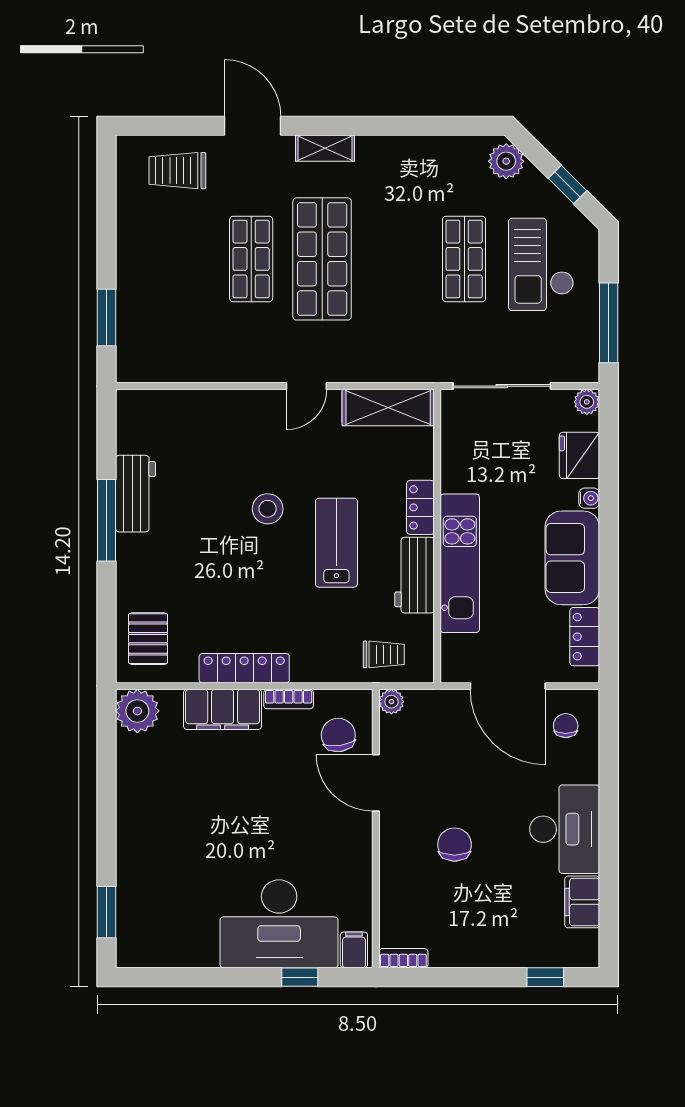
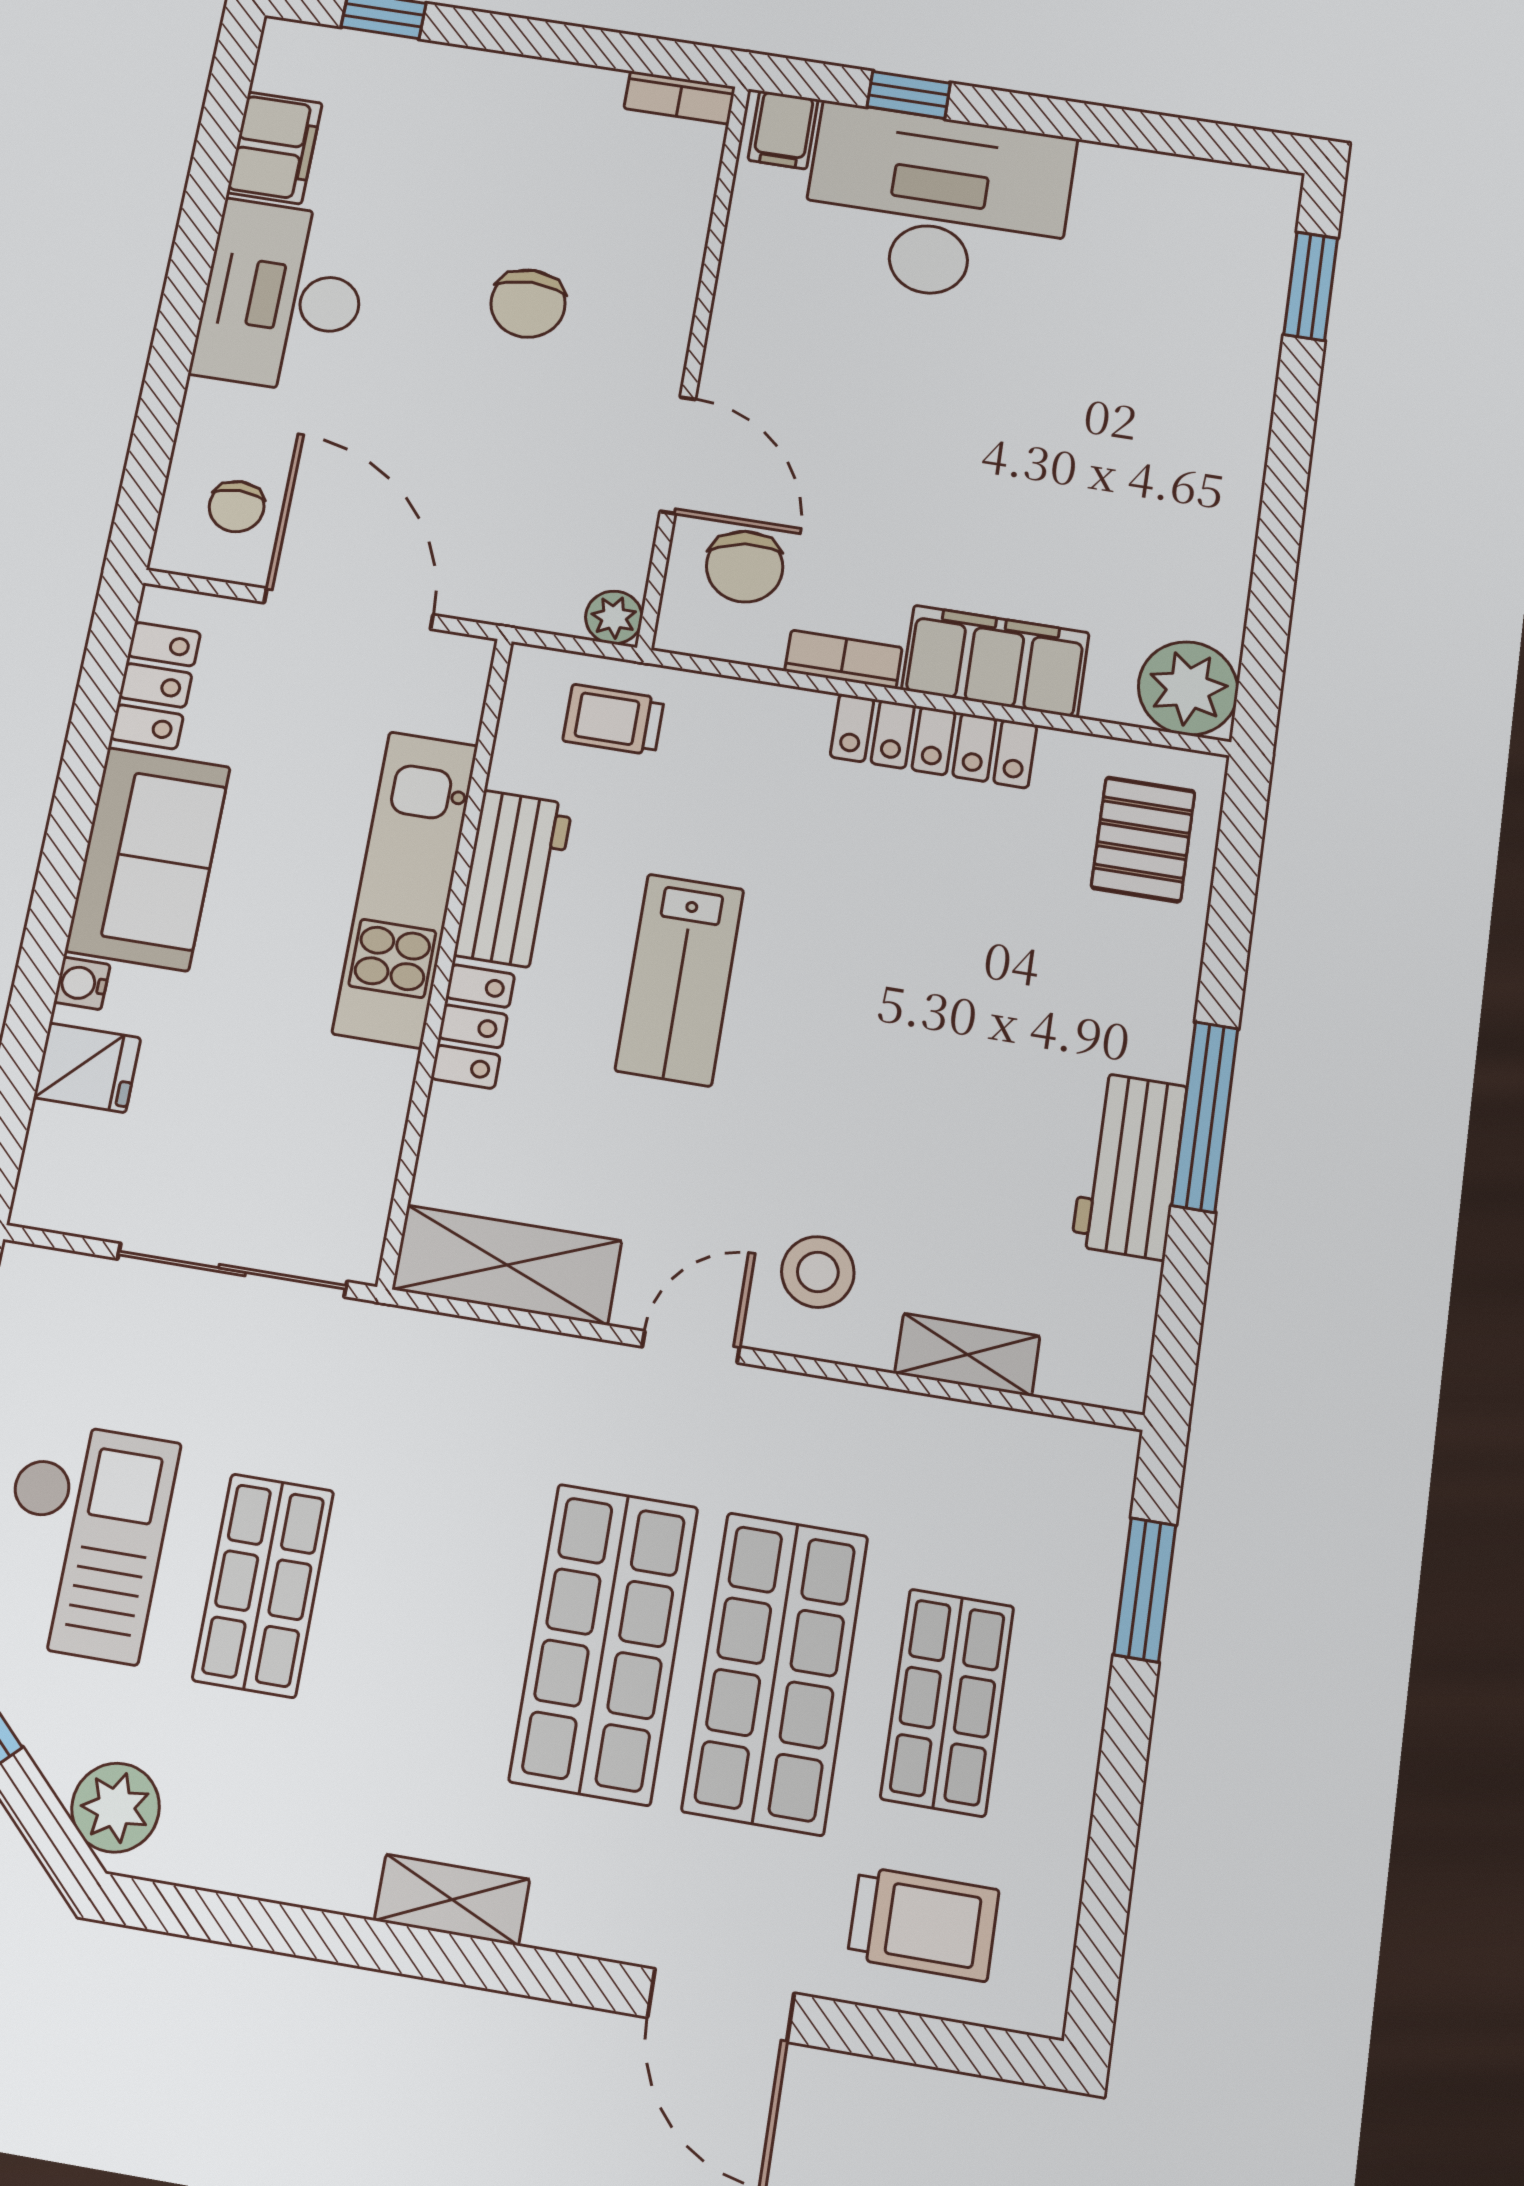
shelving: (325, 148) -> (452, 1900), moved
shop shelf: (180, 259) -> (947, 1702), added
shop shelf: (251, 259) -> (775, 1673), width x1.43, depth x1.36
shelving: (192, 402) -> (967, 1355), added
plant: (587, 402) -> (42, 1201), removed
fridge: (579, 455) -> (87, 1068), width x0.72
stool: (268, 509) -> (818, 1272), moved

